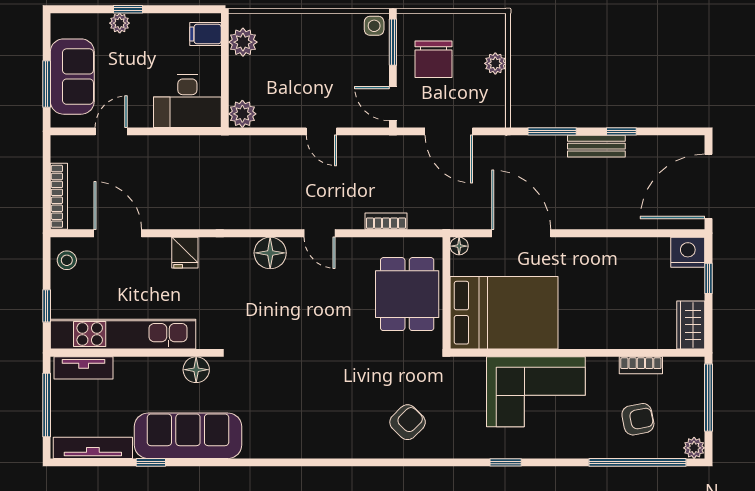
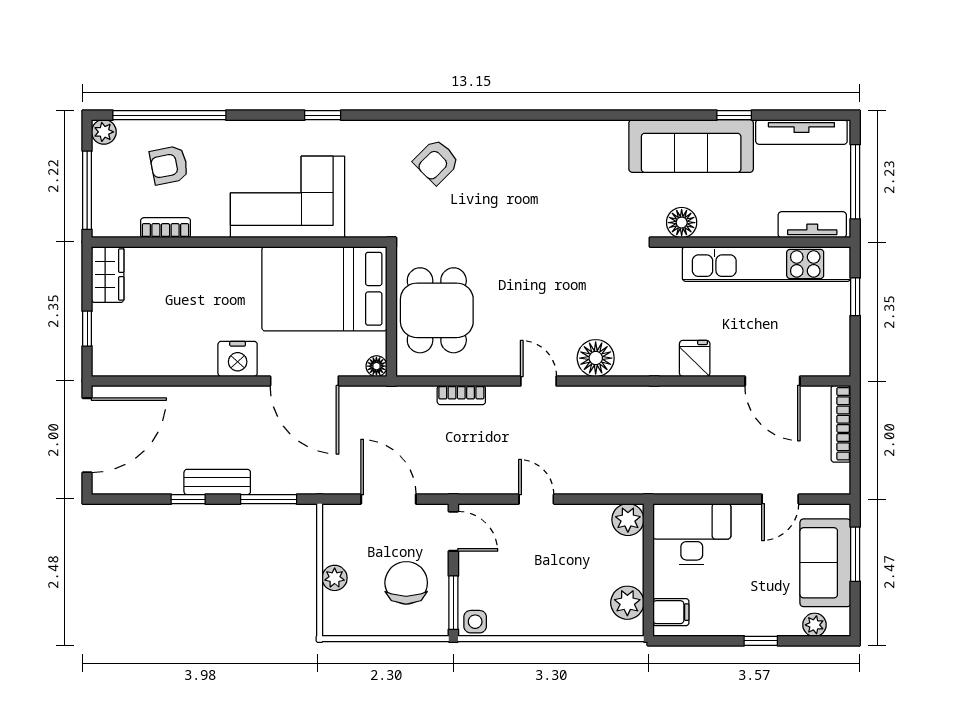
plant: (120, 23) -> (815, 625), moved
nightstand: (688, 252) -> (238, 359), moved
stool: (67, 260) -> (832, 350), removed

